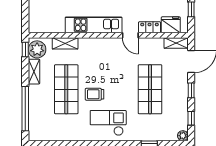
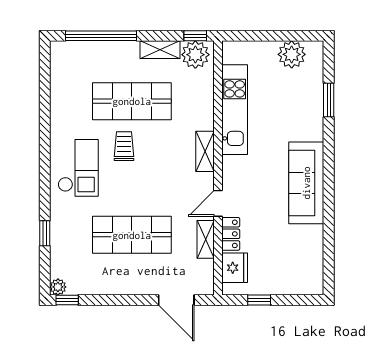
kitchen unit: (94, 25) -> (235, 110), moved
shelving: (65, 43) -> (205, 151), moved
shelving: (176, 43) -> (206, 239), moved
window: (191, 90) -> (130, 300), removed
window: (191, 118) -> (67, 300), moved

